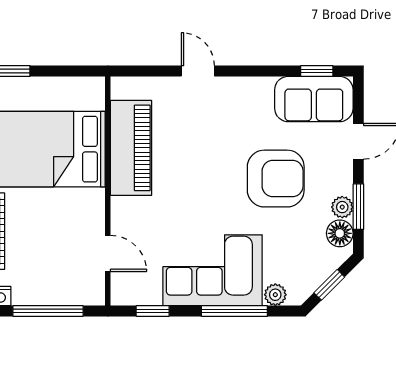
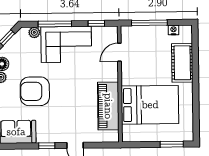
window: (317, 71) -> (47, 146), moved
door: (108, 253) -> (119, 52), hinge flipped

